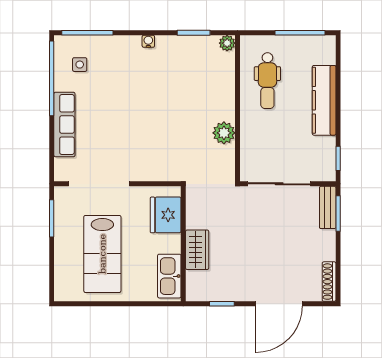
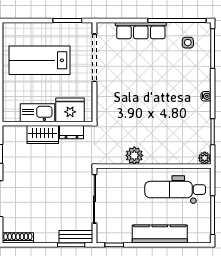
dental chair: (267, 81) -> (175, 190), width x1.36, depth x1.38
dresser: (194, 213) -> (71, 132), added
kitchen sink: (169, 276) -> (37, 113), moved

